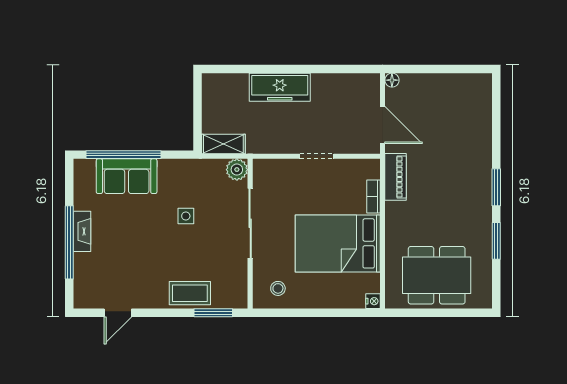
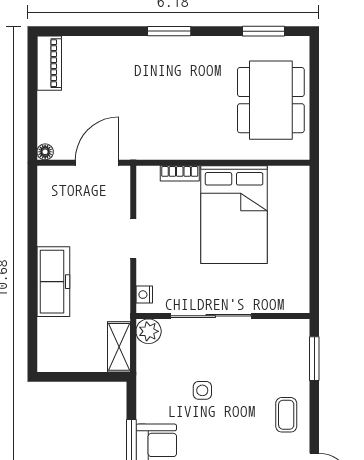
piano: (396, 177) -> (49, 63), moved, turned 90
window: (496, 241) -> (264, 31), moved
stool: (278, 288) -> (286, 284), removed
coffee table: (190, 293) -> (286, 415), moved, width x0.73, depth x0.77
nightstand: (373, 301) -> (144, 295), moved, turned -90

